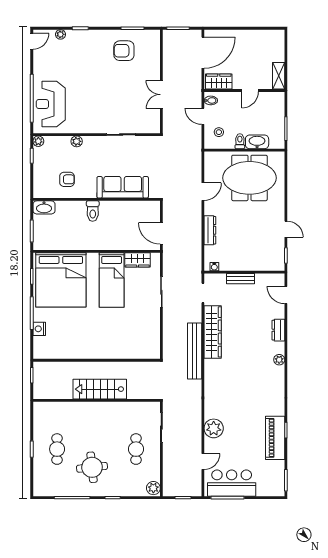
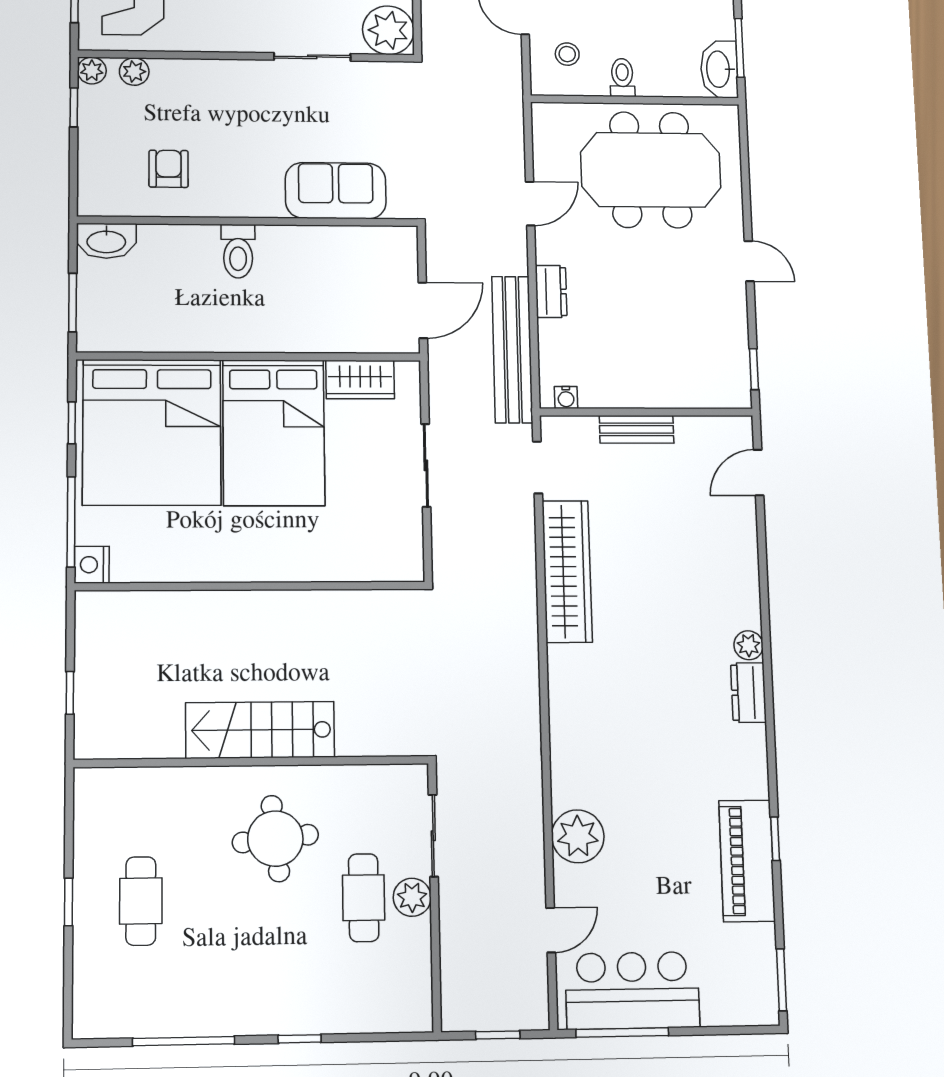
plant: (150, 124) -> (388, 30), added
plant: (77, 141) -> (134, 72), moved
washbasin: (257, 142) -> (719, 69), moved, turned -90
armchair: (67, 179) -> (169, 169), turned -90
sofa: (123, 187) -> (336, 191), width x0.73
door: (286, 229) -> (749, 261), moved
dresser: (210, 230) -> (551, 291), width x0.70
door: (161, 233) -> (423, 310), swing flipped
bed: (112, 280) -> (274, 433), width x1.50
door: (286, 295) -> (759, 473), hinge flipped
dresser: (278, 330) -> (748, 693), moved
bench: (195, 351) -> (512, 349), moved
wall: (97, 360) -> (251, 586), moved
round table: (92, 467) -> (275, 839), moved
plant: (153, 488) -> (412, 897), moved

